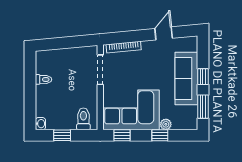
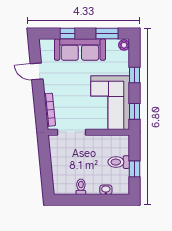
window: (203, 77) -> (68, 34), moved
toilet: (83, 119) -> (119, 162), moved
washbasin: (40, 124) -> (106, 190), moved
plant: (166, 124) -> (124, 45), moved

